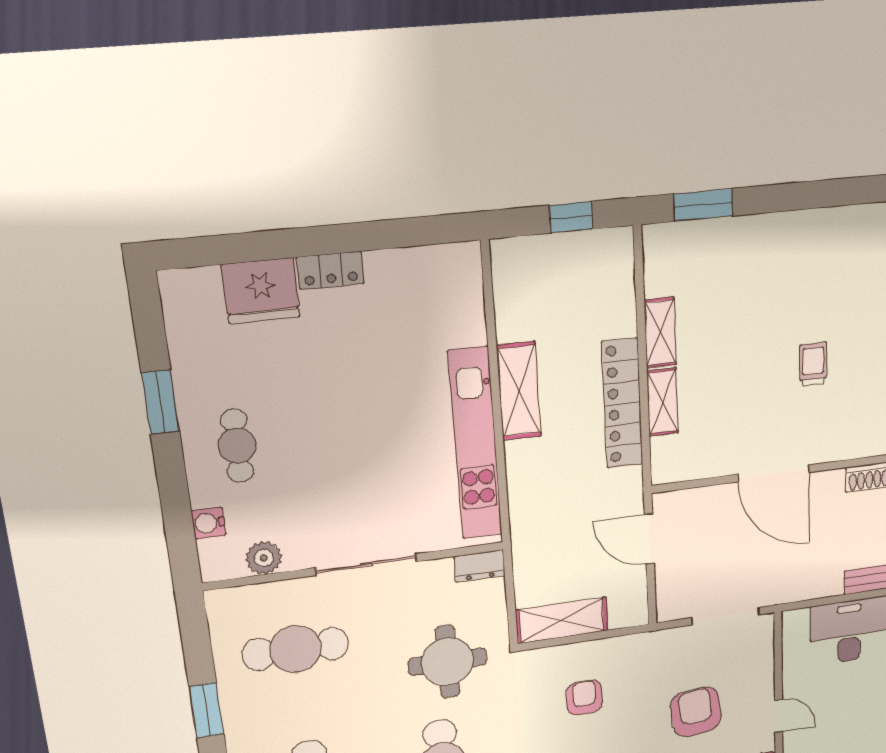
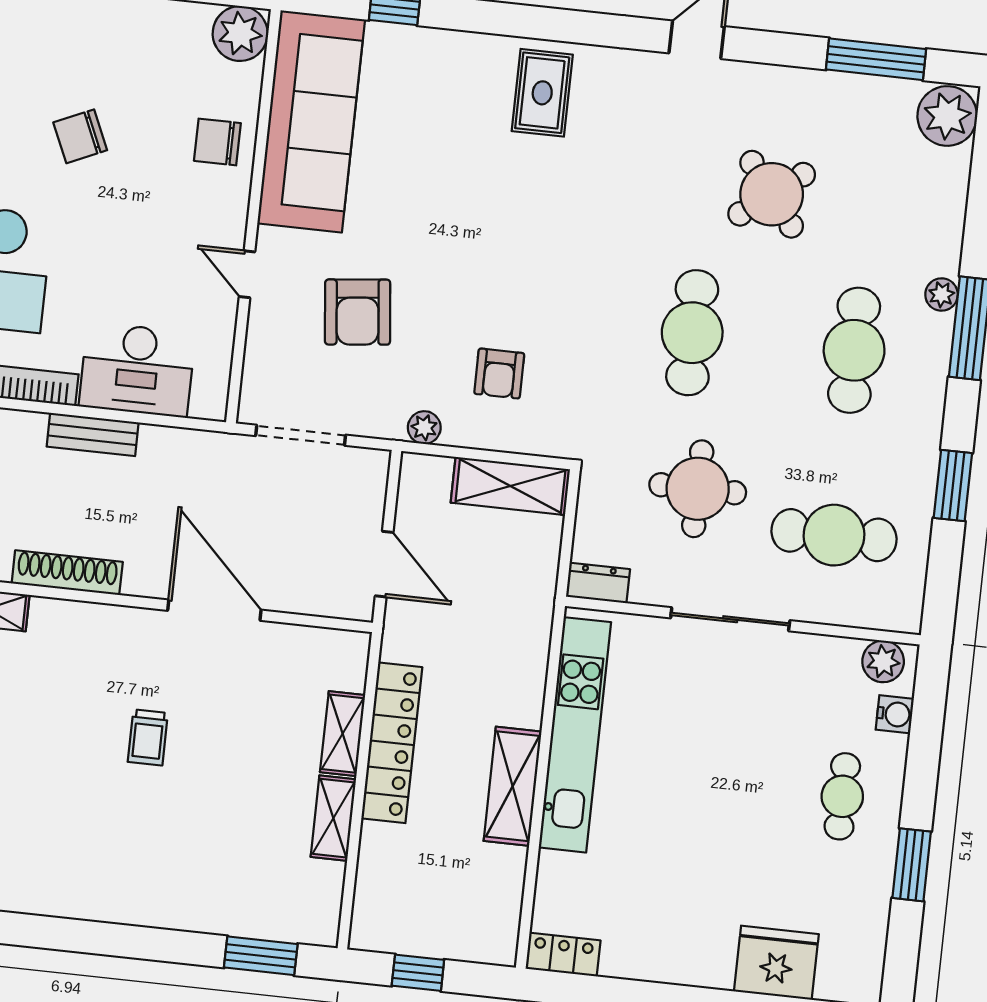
locker: (330, 270) -> (563, 955), moved
plant: (264, 558) -> (883, 661), moved
plant: (634, 645) -> (424, 428), added
round table: (447, 662) -> (698, 489), moved

